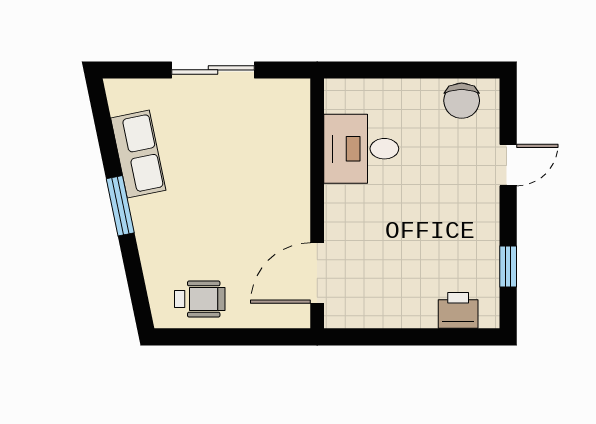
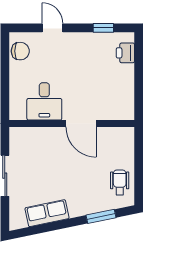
window: (120, 206) -> (101, 216), moved
door: (317, 273) -> (81, 123), moved

